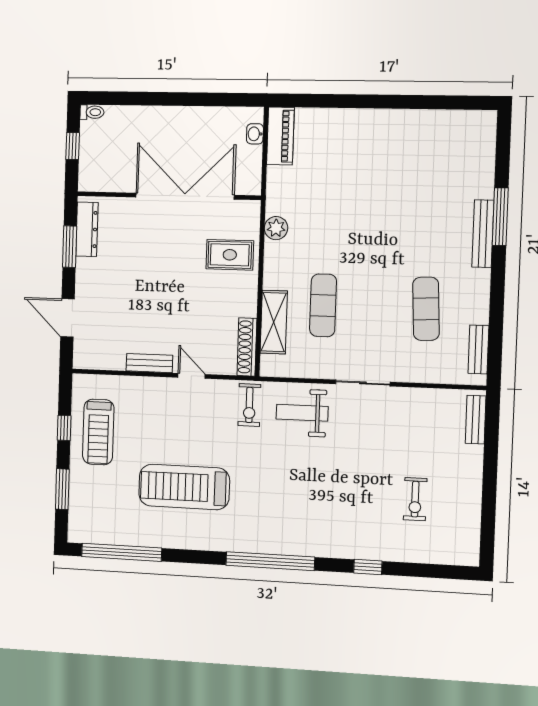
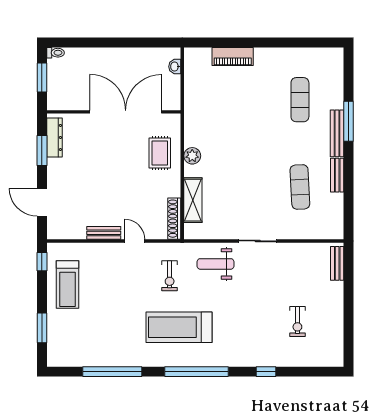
piano: (280, 136) -> (233, 56), moved, turned 90
window: (73, 146) -> (42, 77), width x1.50
plant: (276, 228) -> (192, 156), moved
rug: (230, 255) -> (160, 153), turned 90
exercise mat: (323, 305) -> (300, 100), moved
bench: (478, 349) -> (337, 175), moved
exercise bike: (249, 405) -> (170, 276), moved
window: (64, 428) -> (42, 262), moved
treadmill: (184, 487) -> (179, 327), moved
window: (122, 552) -> (112, 372), moved

